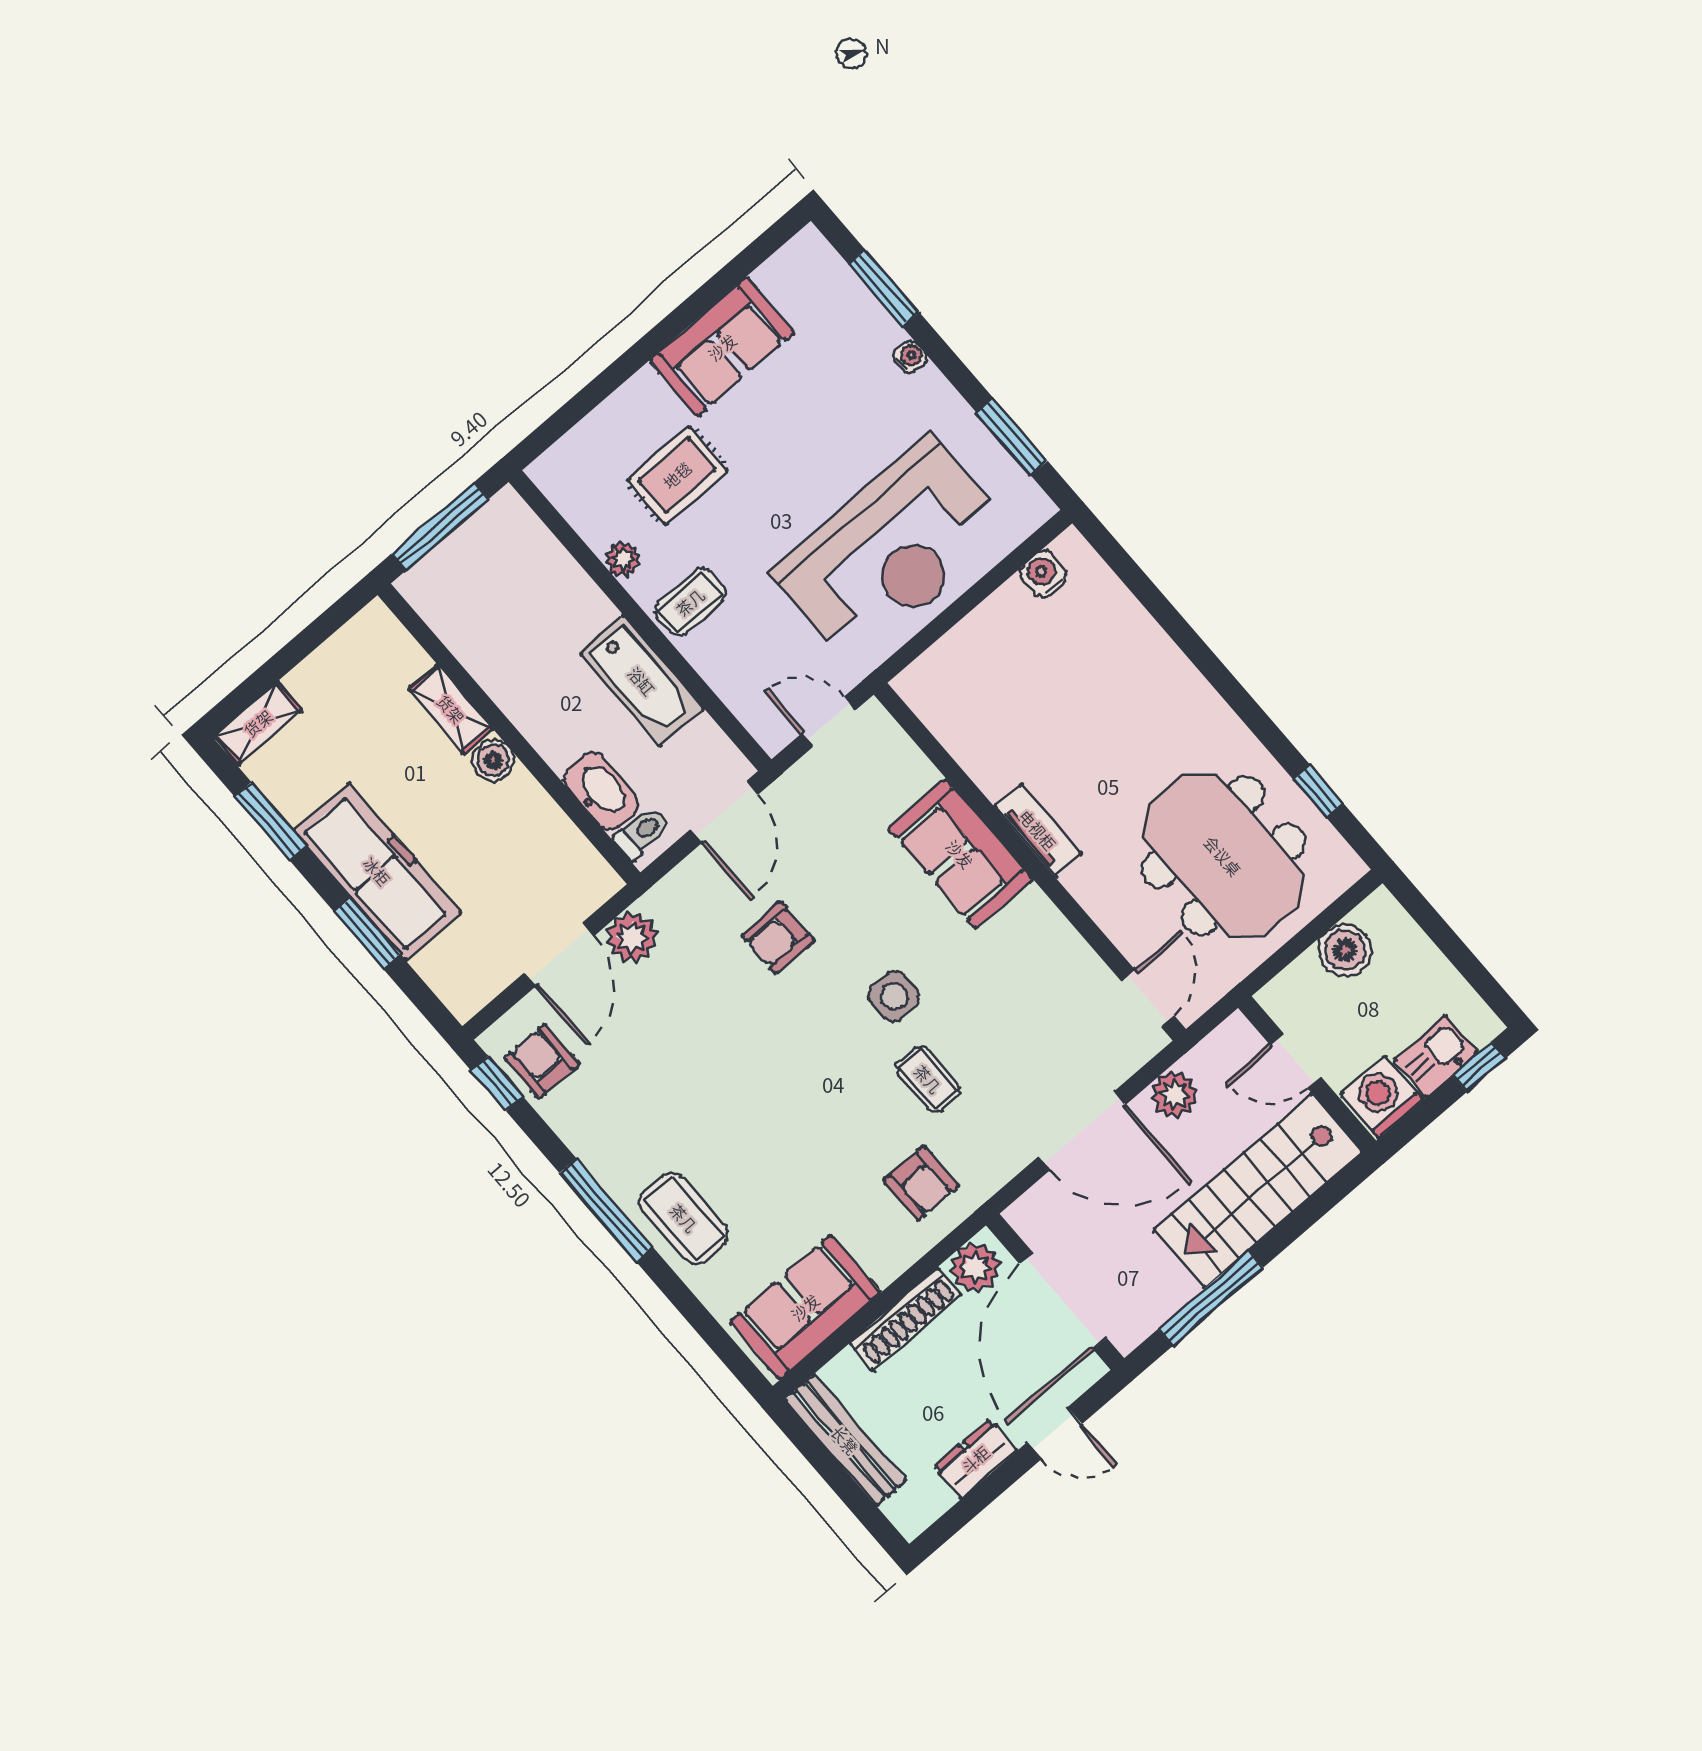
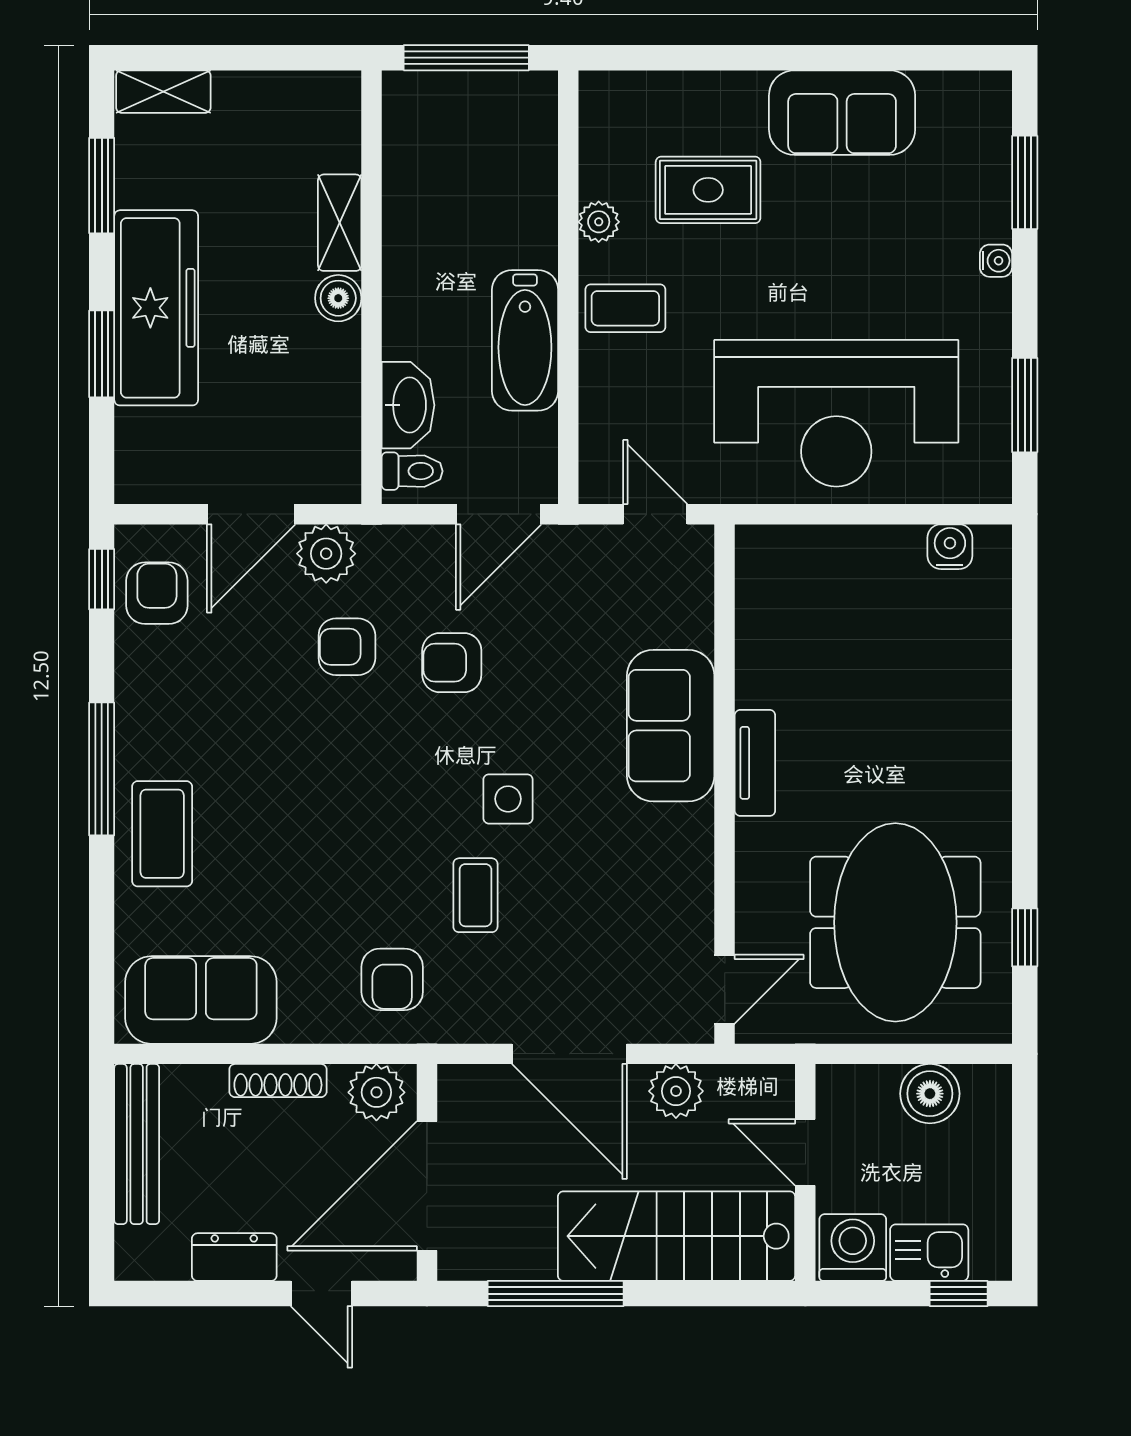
armchair: (699, 988) -> (347, 647), added
shoe rack: (905, 1319) -> (278, 1081), width x0.74, depth x0.81

